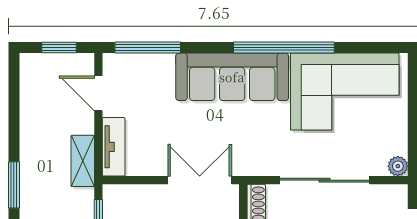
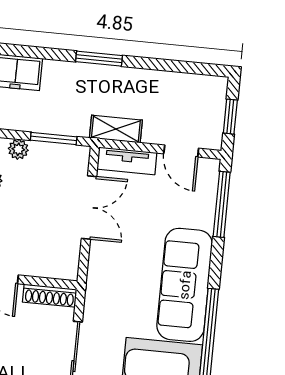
door: (98, 93) -> (181, 151), swing flipped
double door: (200, 180) -> (89, 207), moved

